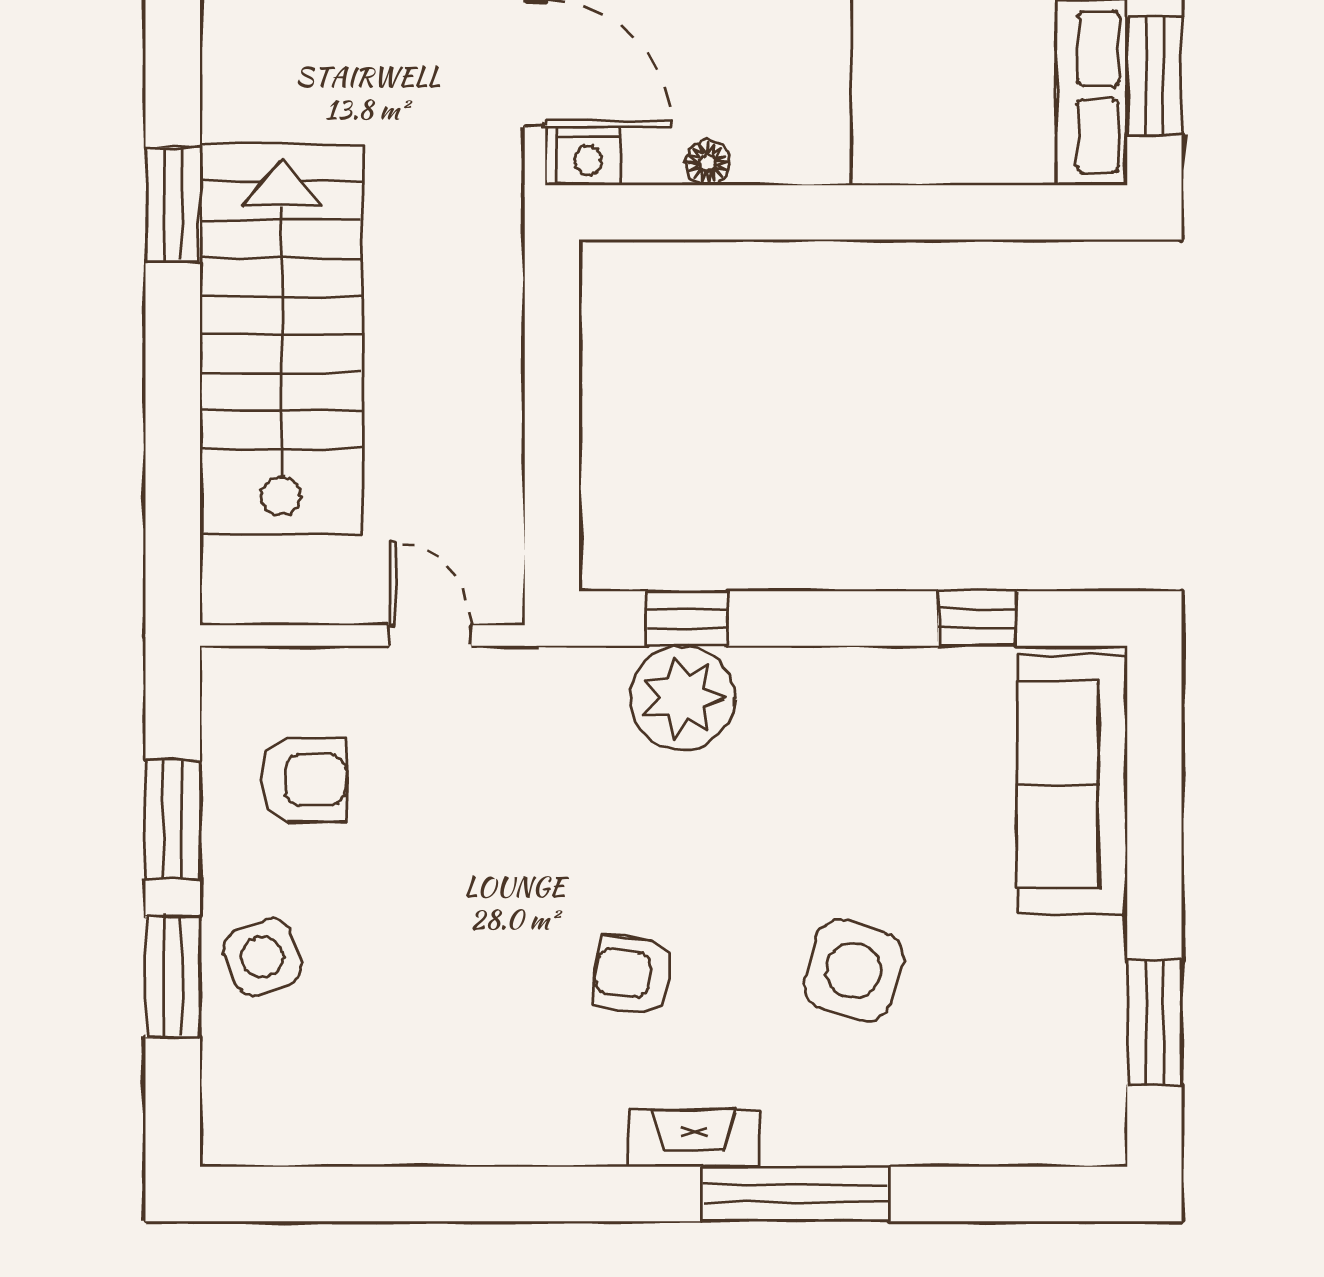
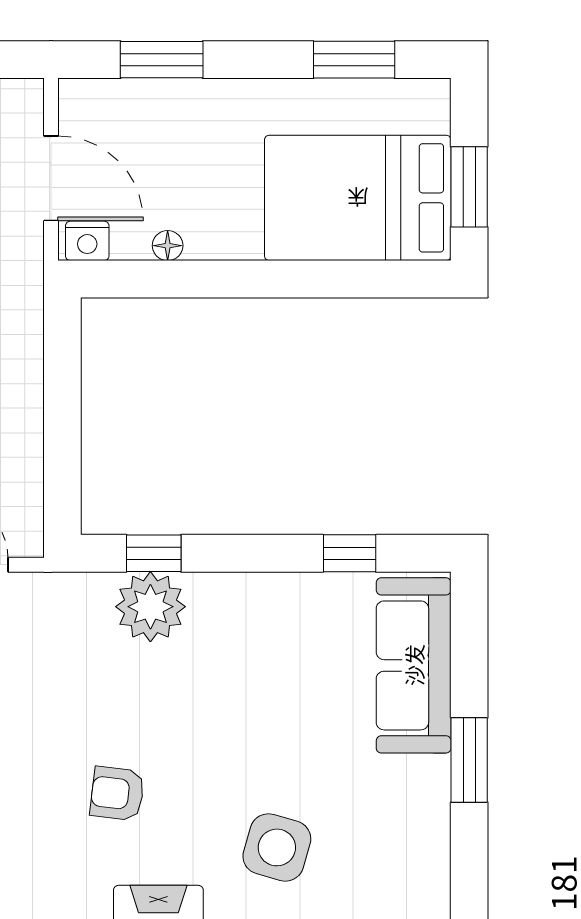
side table: (854, 971) -> (277, 847), moved
window: (1154, 1022) -> (469, 760), moved

